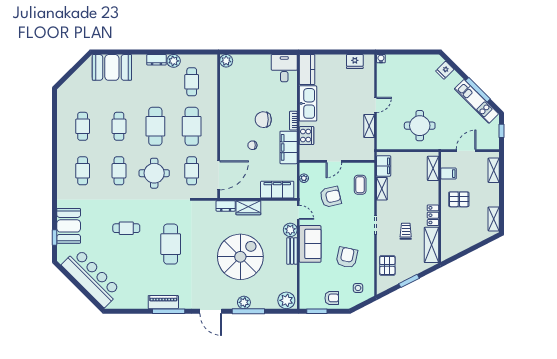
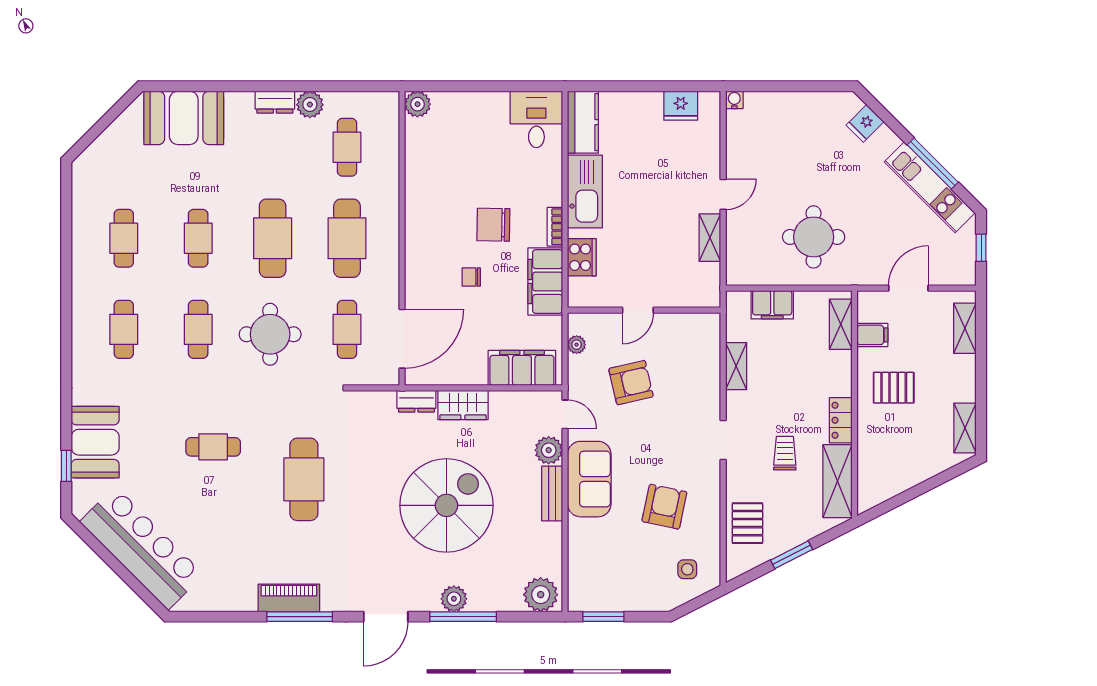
filing cabinet: (384, 166) -> (772, 305), moved, turned 90
coffee table: (360, 185) -> (692, 358), removed
armchair: (332, 298) -> (633, 590), removed
door: (211, 311) -> (386, 617), hinge flipped

